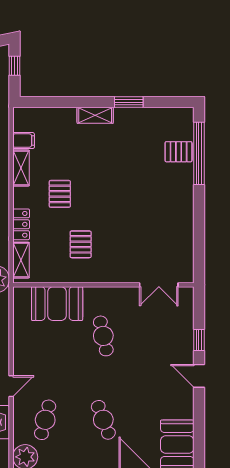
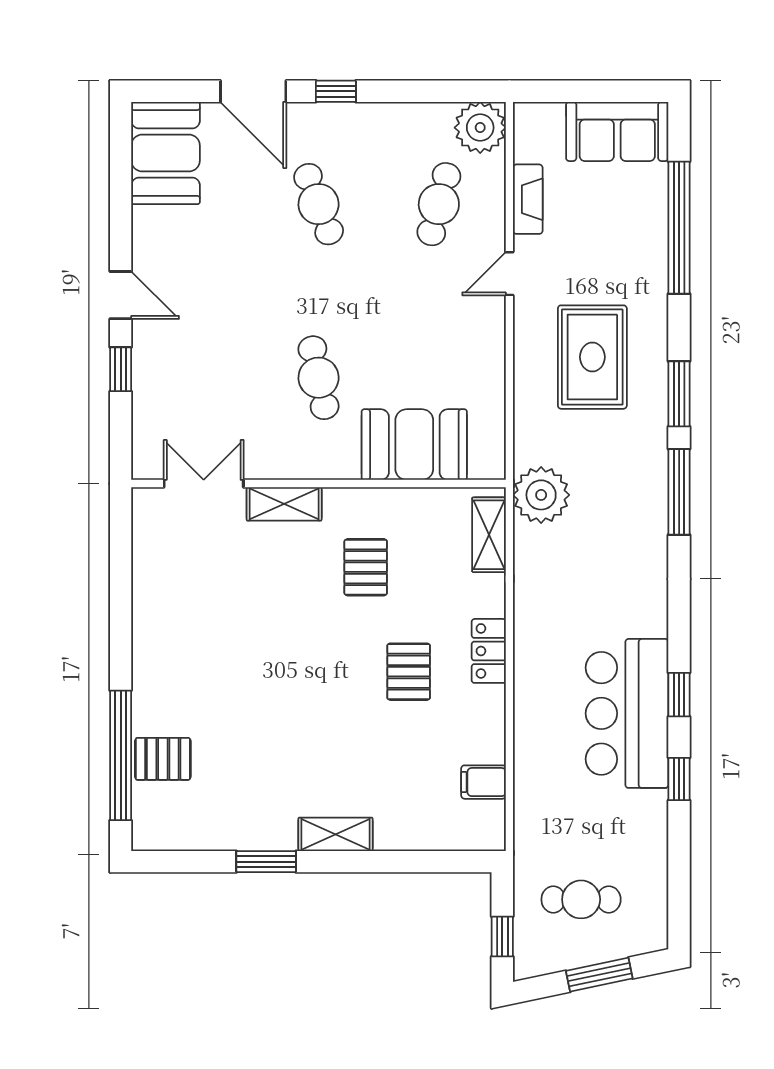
shelving: (21, 168) -> (284, 504), moved, turned 90
locker: (21, 224) -> (489, 651), moved

